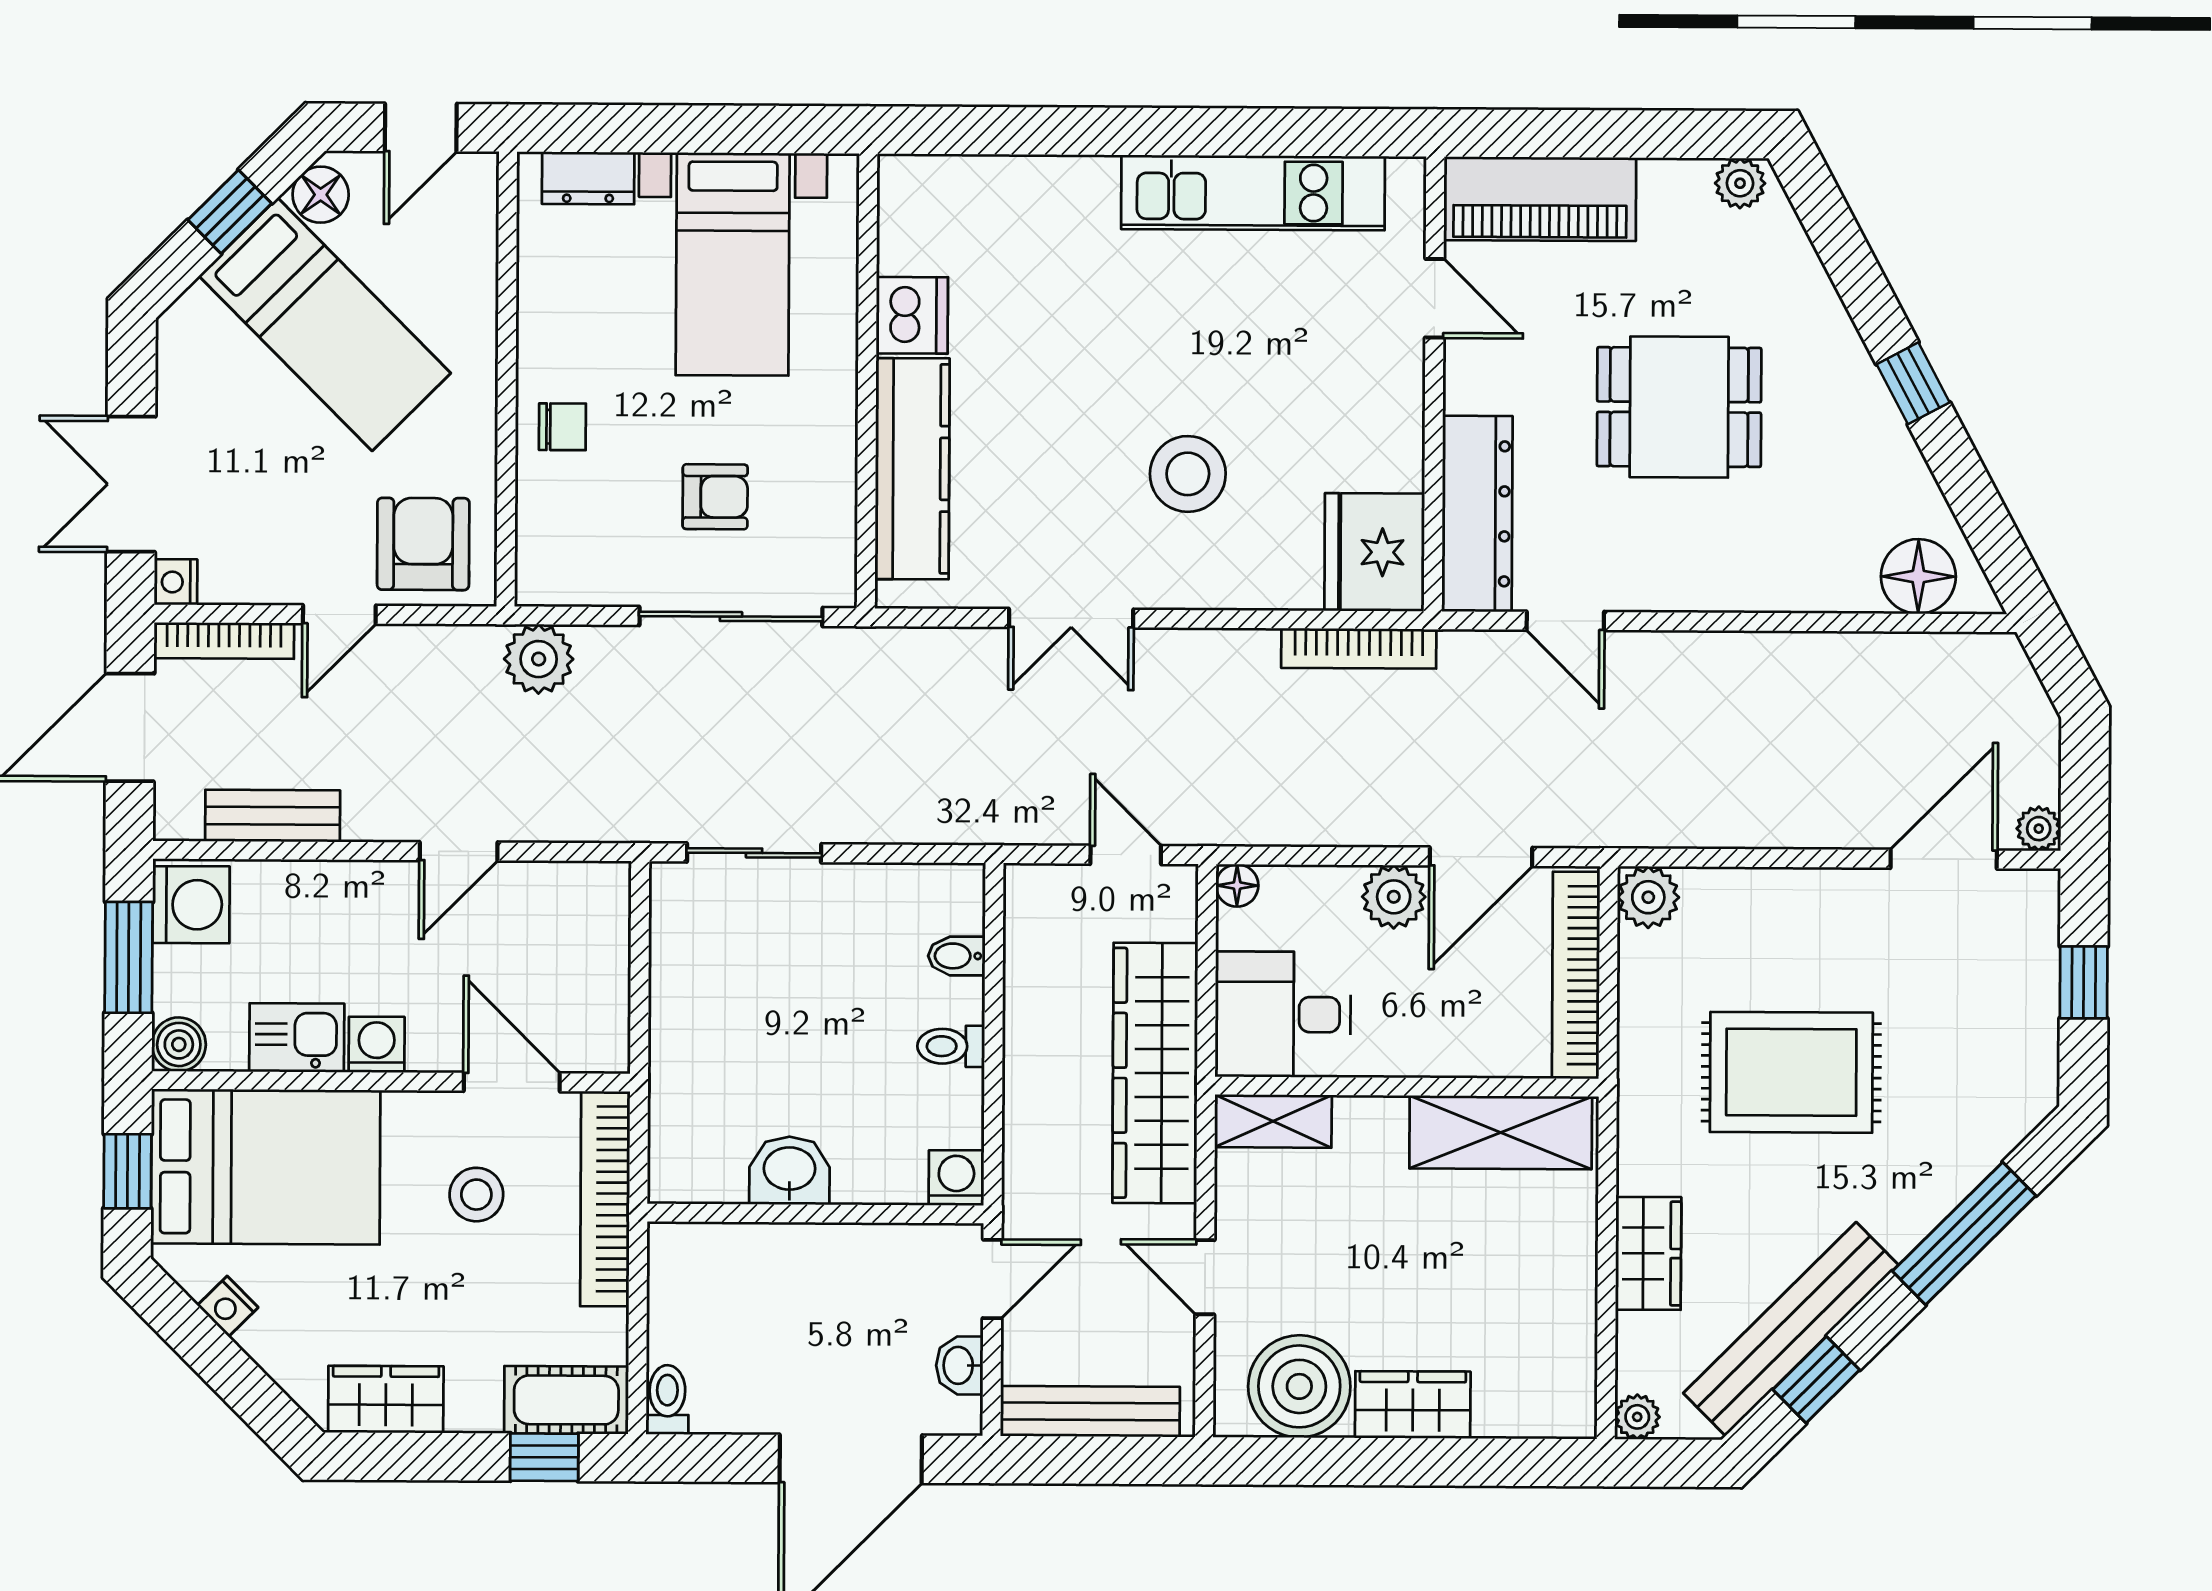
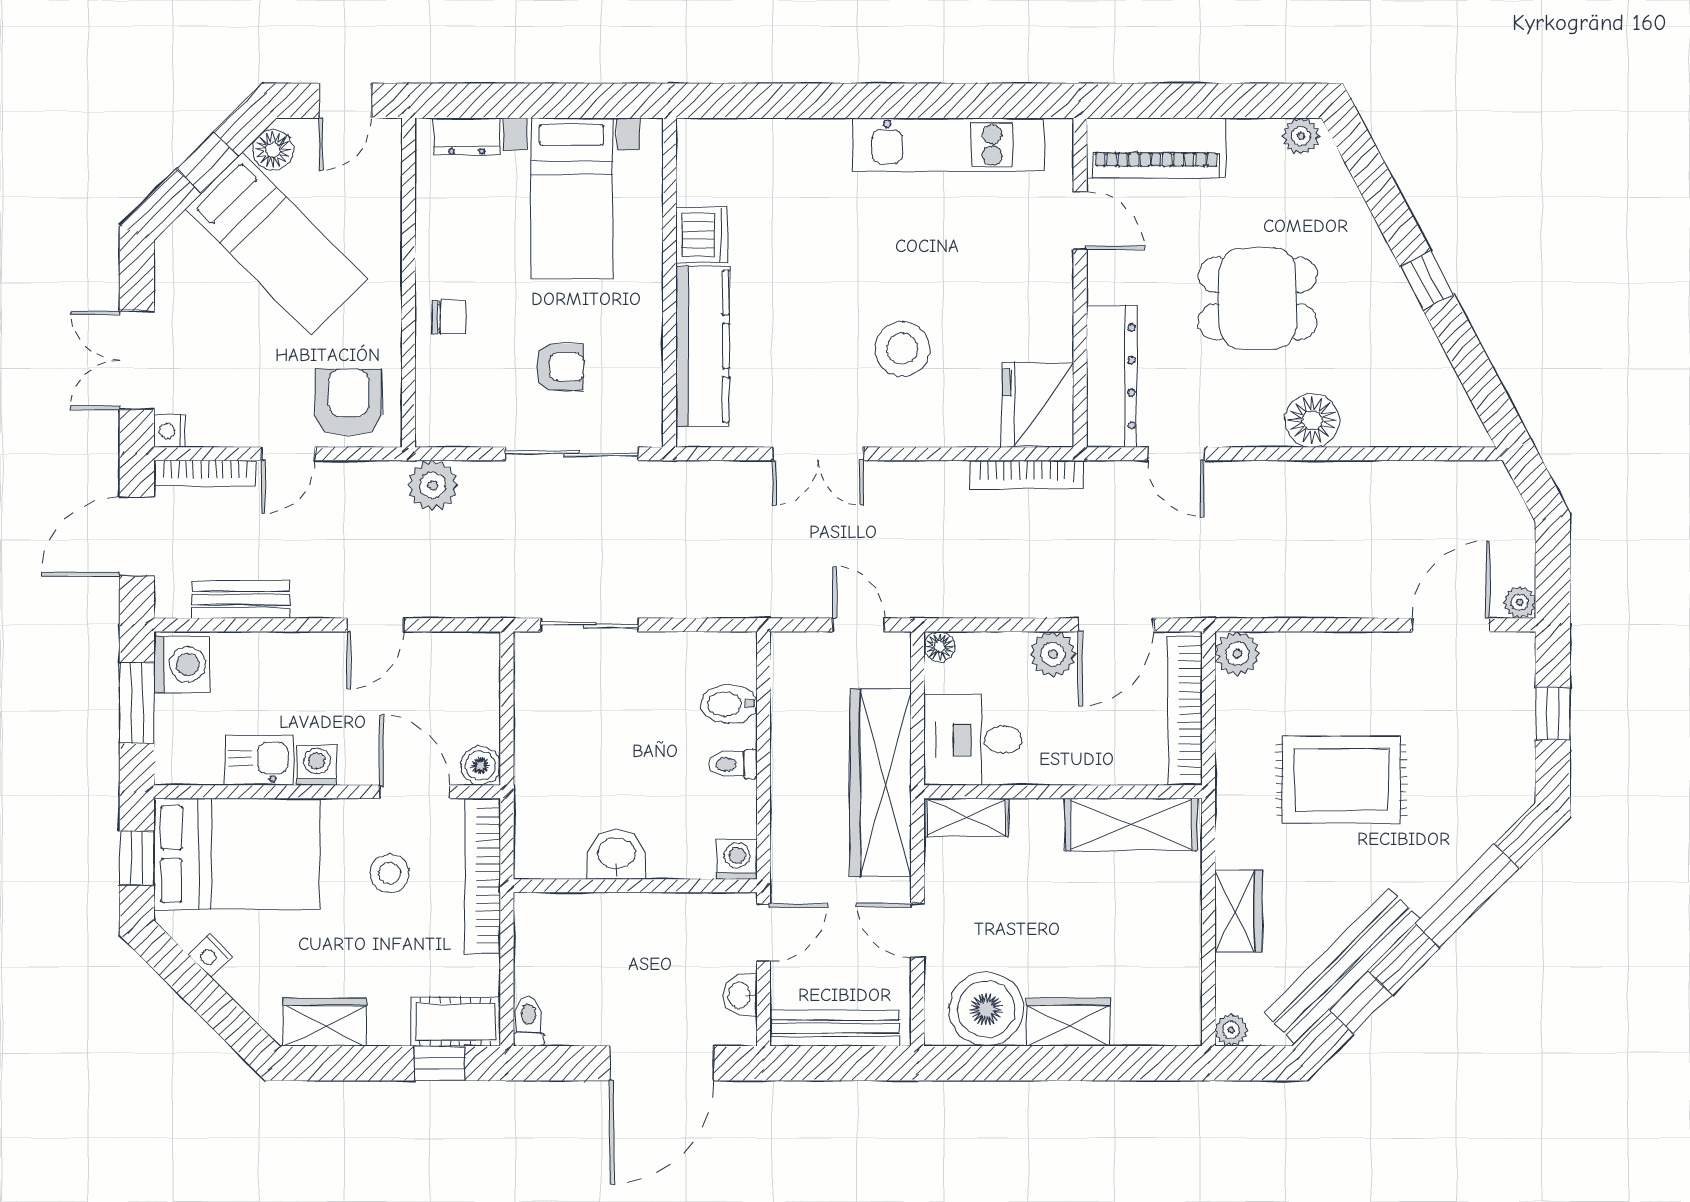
floor lamp: (1918, 576) -> (1312, 420), moved
bidet: (957, 956) -> (729, 704), width x1.38, depth x1.36
boiler: (179, 1044) -> (481, 766), moved

